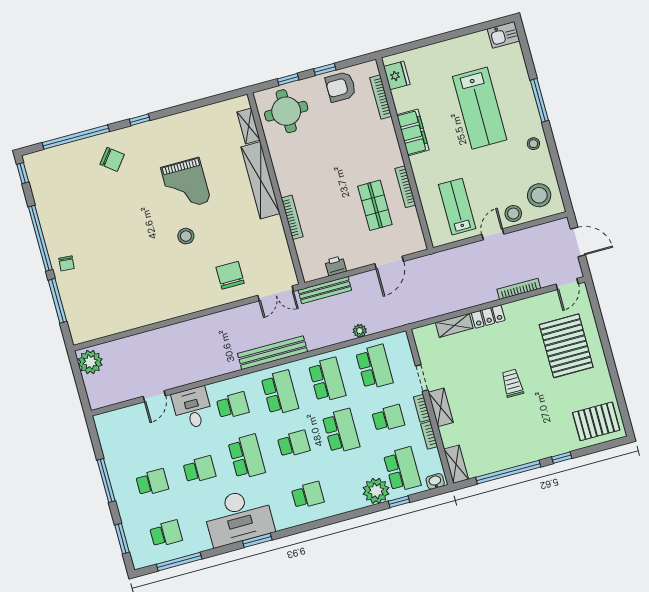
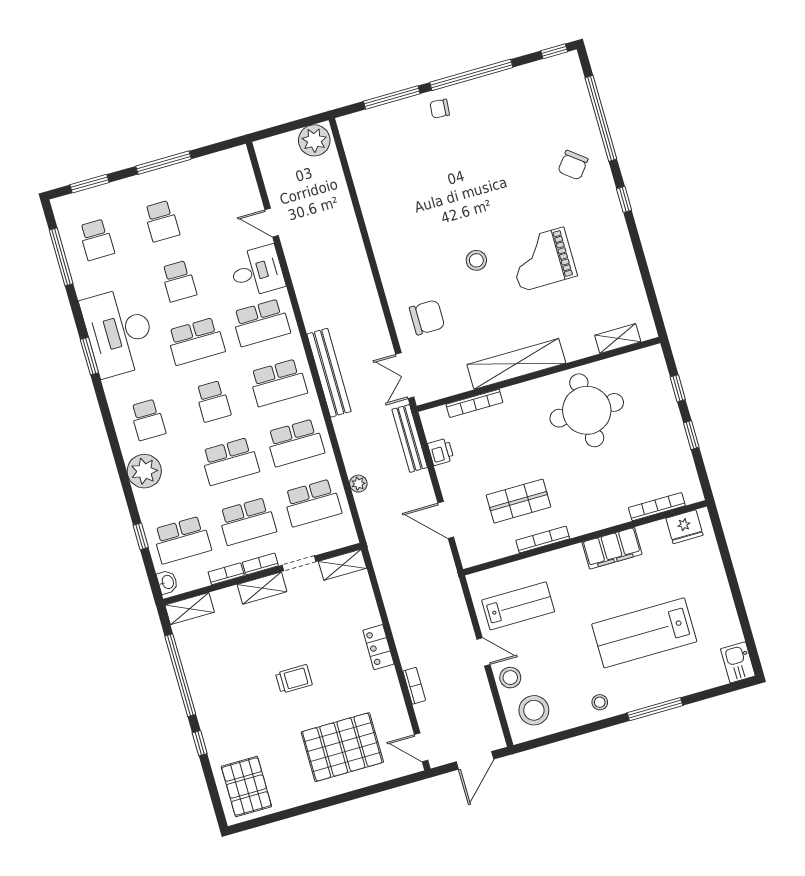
armchair: (341, 87) -> (669, 455), removed
round table: (286, 111) -> (587, 410), moved, width x1.36, depth x1.36
shelving: (260, 180) -> (516, 364), moved
bookcase: (292, 217) -> (474, 403), moved
bookcase: (519, 289) -> (414, 686), width x0.64
shelving: (454, 325) -> (342, 565), moved, turned 90
school desk: (233, 405) -> (261, 323), width x1.85
school desk: (388, 418) -> (247, 521), width x1.85
plant: (376, 491) -> (144, 471), moved

